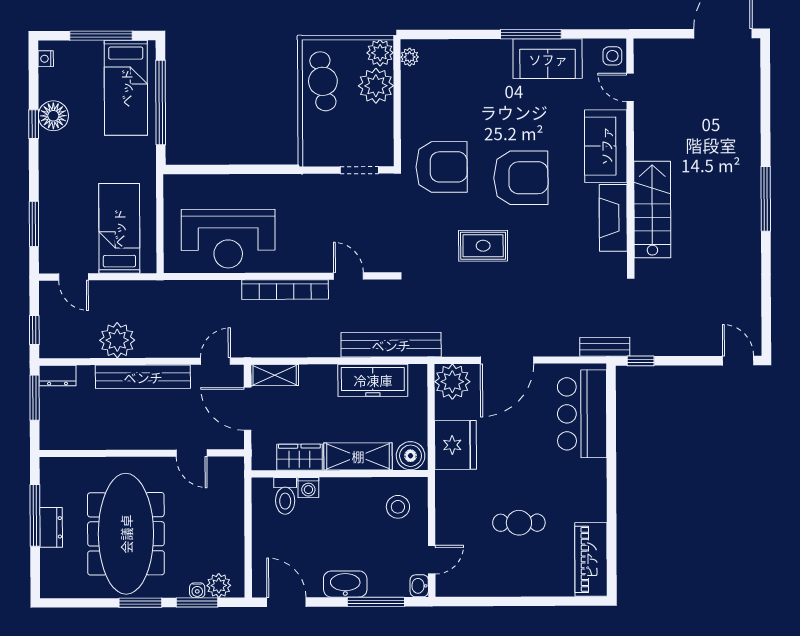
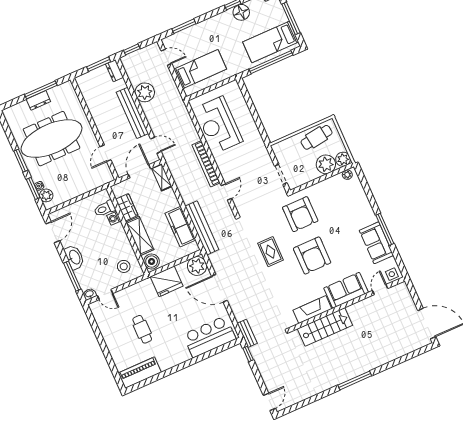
door: (73, 277) -> (166, 57), swing flipped

